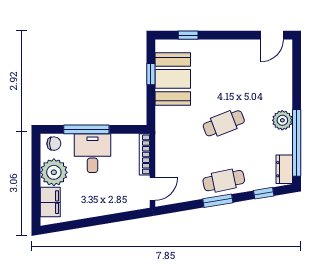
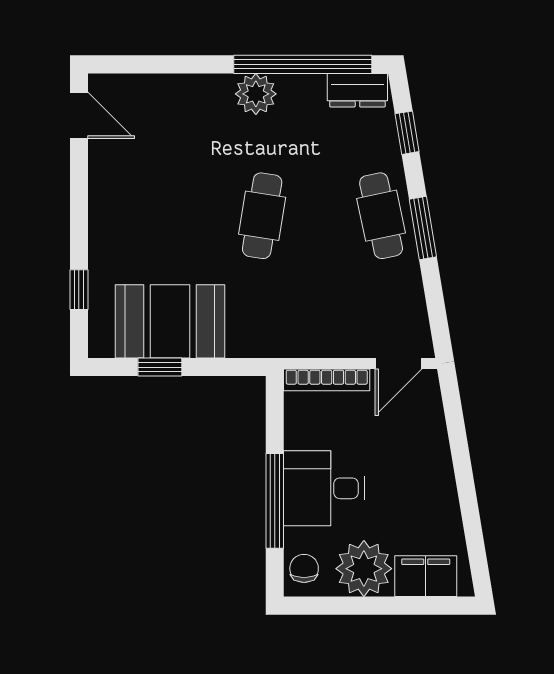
cafe table: (224, 123) -> (262, 216), turned 30
door: (153, 189) -> (398, 363), swing flipped

